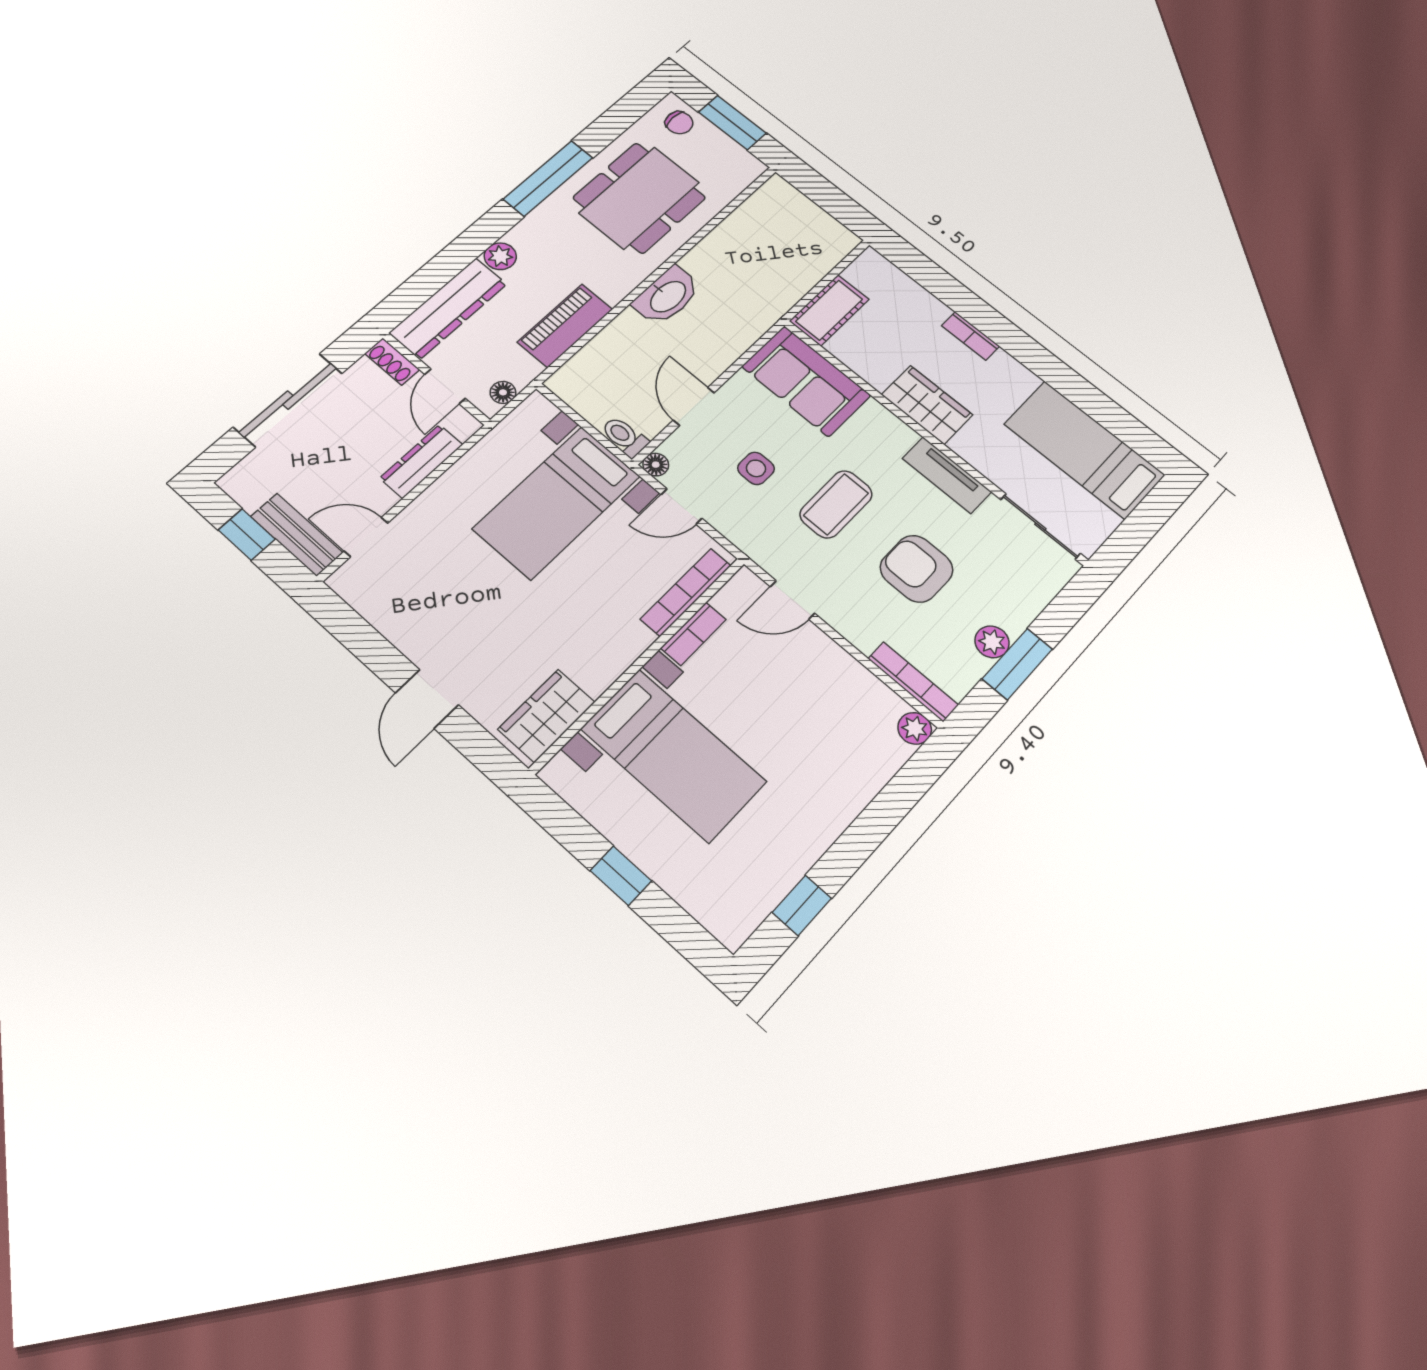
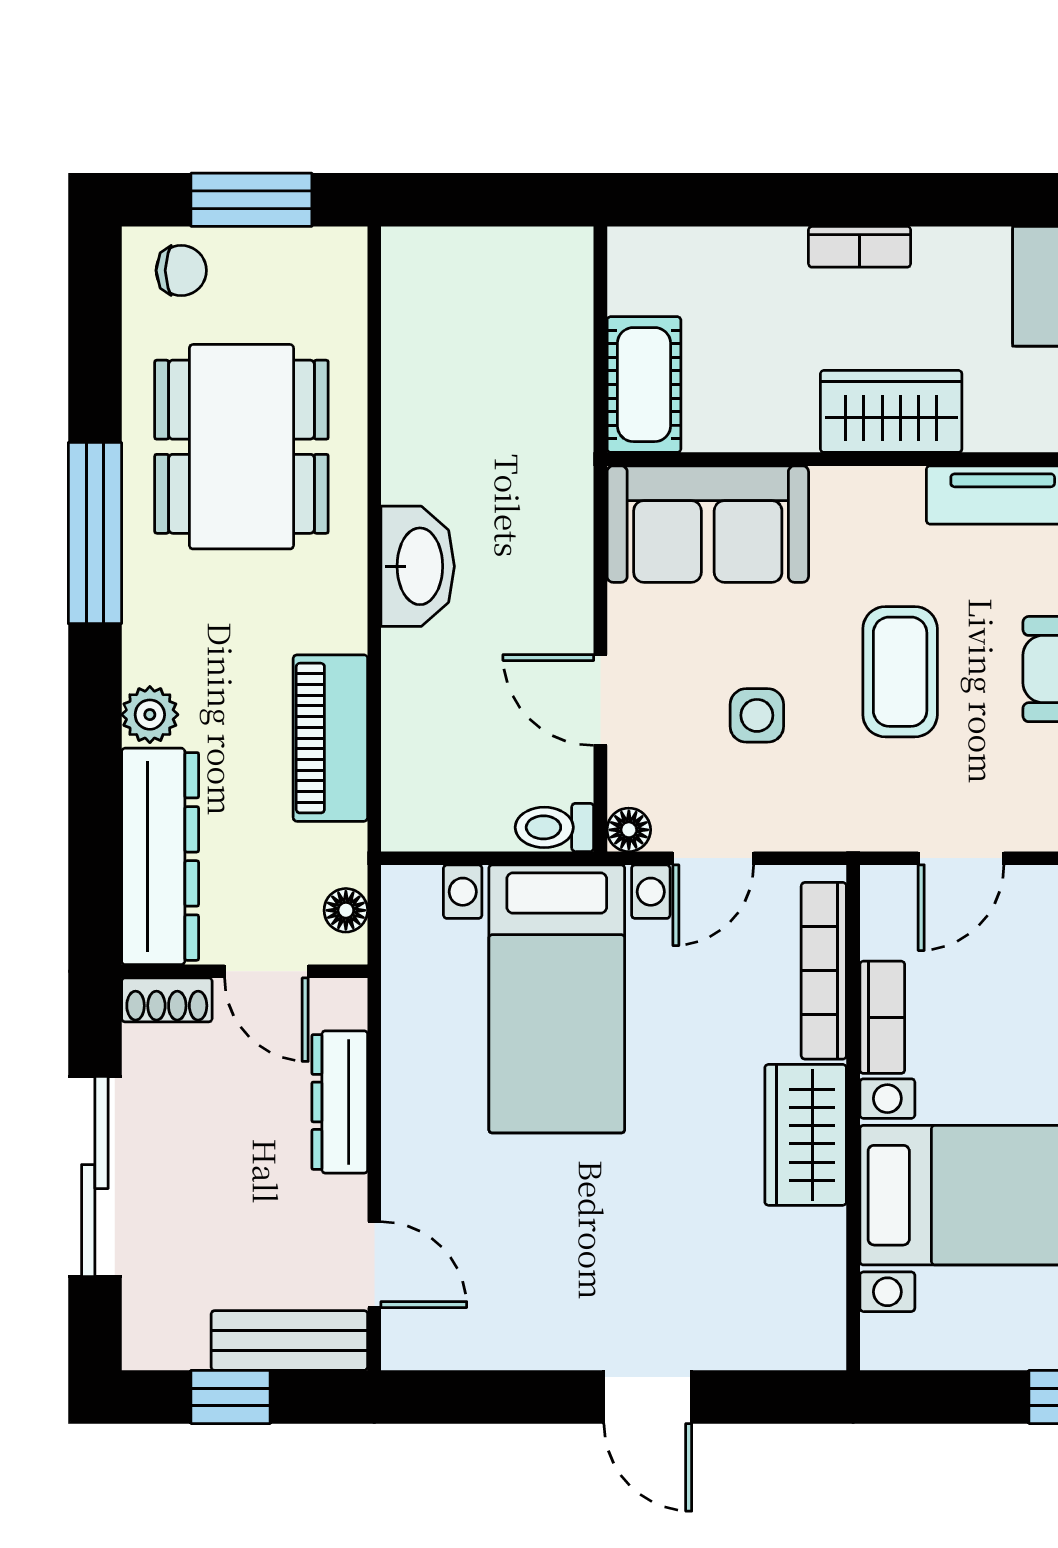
door: (366, 537) -> (374, 1265), swing flipped
wardrobe: (546, 716) -> (806, 1135), moved

